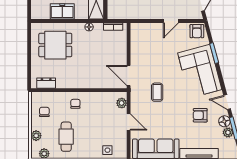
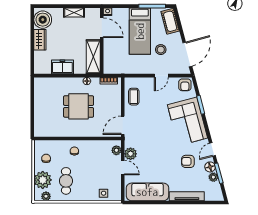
dining table: (55, 45) -> (79, 106), moved
door: (129, 76) -> (123, 125), hinge flipped
dresser: (46, 83) -> (48, 132), removed
coffee table: (157, 92) -> (134, 97), moved
door: (227, 102) -> (212, 149), hinge flipped
plant: (137, 107) -> (131, 154), added
plant: (36, 136) -> (43, 180), width x1.88, depth x1.88

